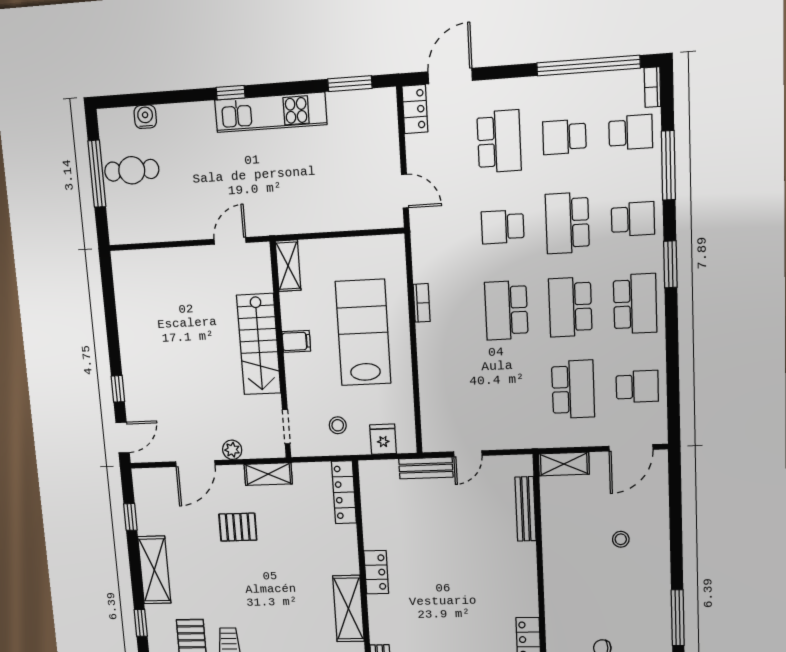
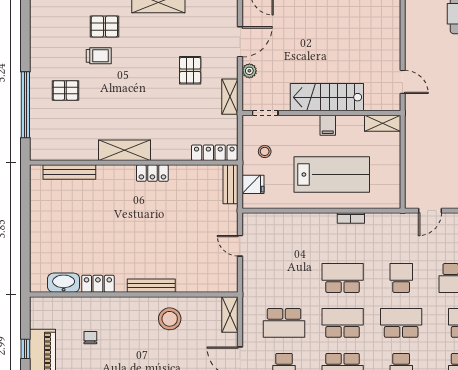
door: (195, 463) -> (240, 42), swing flipped
bench: (426, 468) -> (230, 184), moved
bench: (526, 509) -> (151, 286), moved
stool: (621, 539) -> (170, 319), moved, width x1.89, depth x1.89

